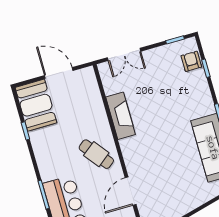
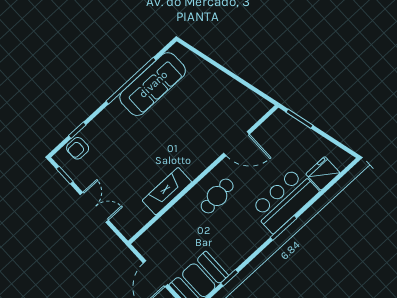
double door: (124, 54) -> (94, 207), moved
cafe table: (96, 154) -> (217, 196), turned 32

